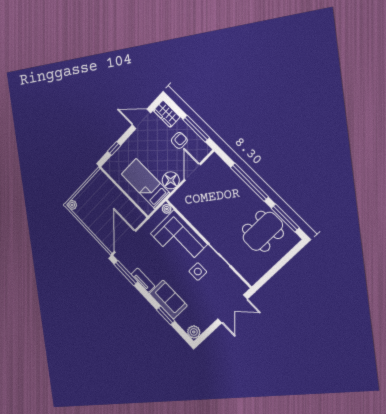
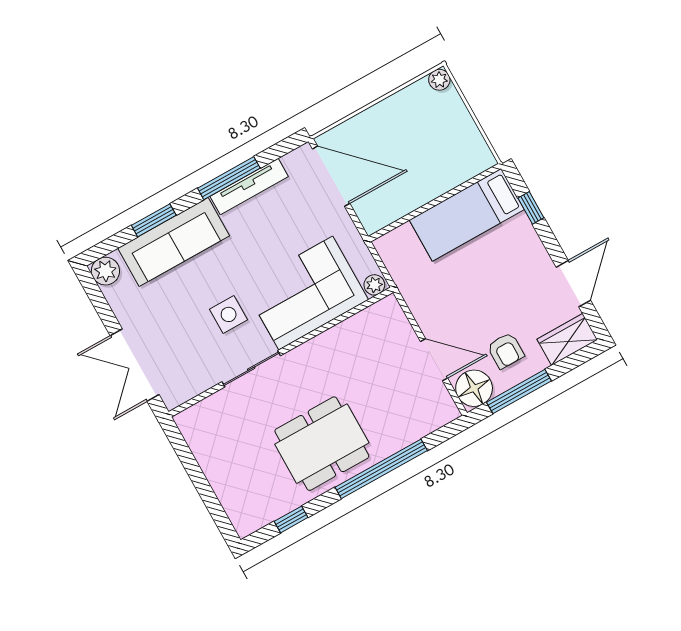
floor lamp: (171, 180) -> (474, 388), moved
bed: (145, 184) -> (467, 215), moved, turned 180
window: (285, 218) -> (291, 519), width x0.46
dining table: (263, 231) -> (322, 444), moved, turned 90
window: (126, 273) -> (229, 178), moved
tv unit: (143, 280) -> (249, 186), width x1.41
sofa: (168, 300) -> (174, 242), width x1.36

